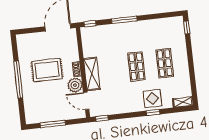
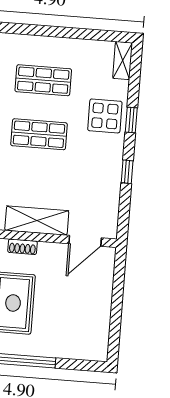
plant: (75, 85) -> (52, 256), removed
window: (102, 118) -> (127, 172), moved
window: (53, 124) -> (116, 312), removed

